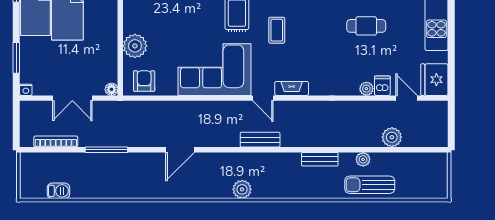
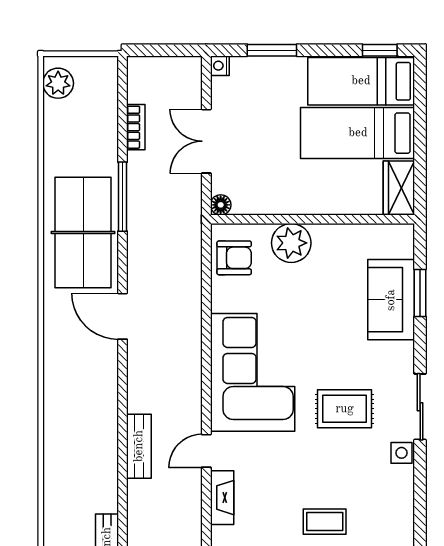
coffee table: (277, 30) -> (325, 522), moved
bookcase: (56, 142) -> (136, 127), width x0.64
table tennis table: (128, 174) -> (83, 233), added
plant: (242, 189) -> (58, 83), moved
barbecue: (58, 191) -> (56, 119), removed

